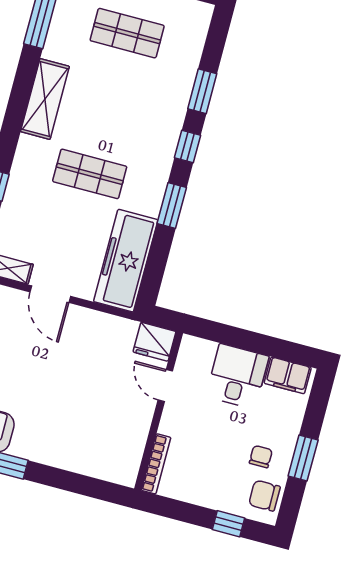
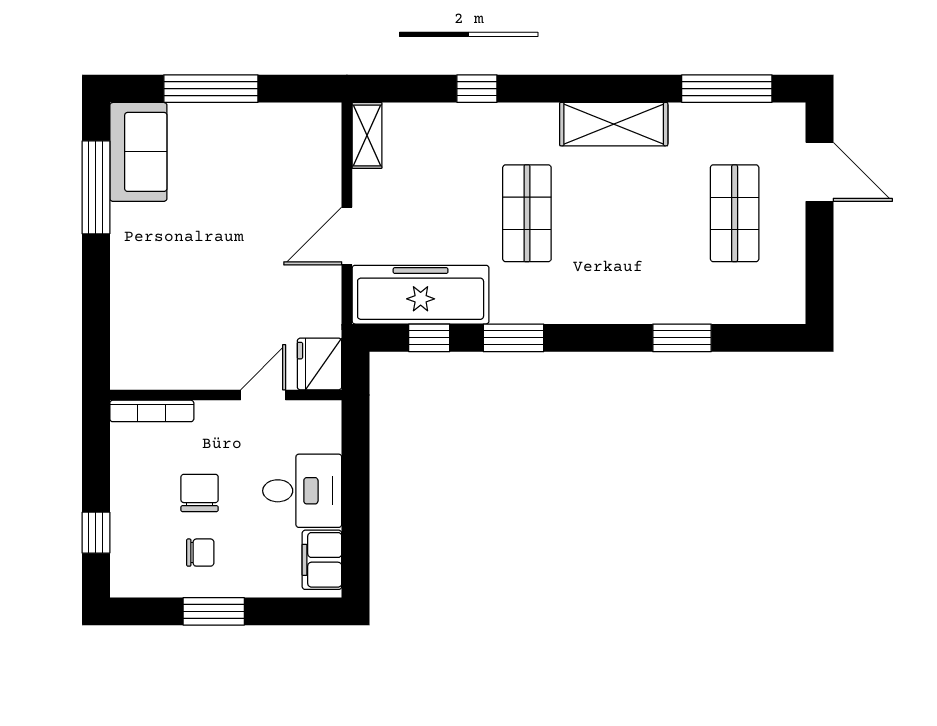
window: (187, 147) -> (429, 338), moved
door: (50, 294) -> (347, 236), moved
chair: (264, 496) -> (200, 493), moved

